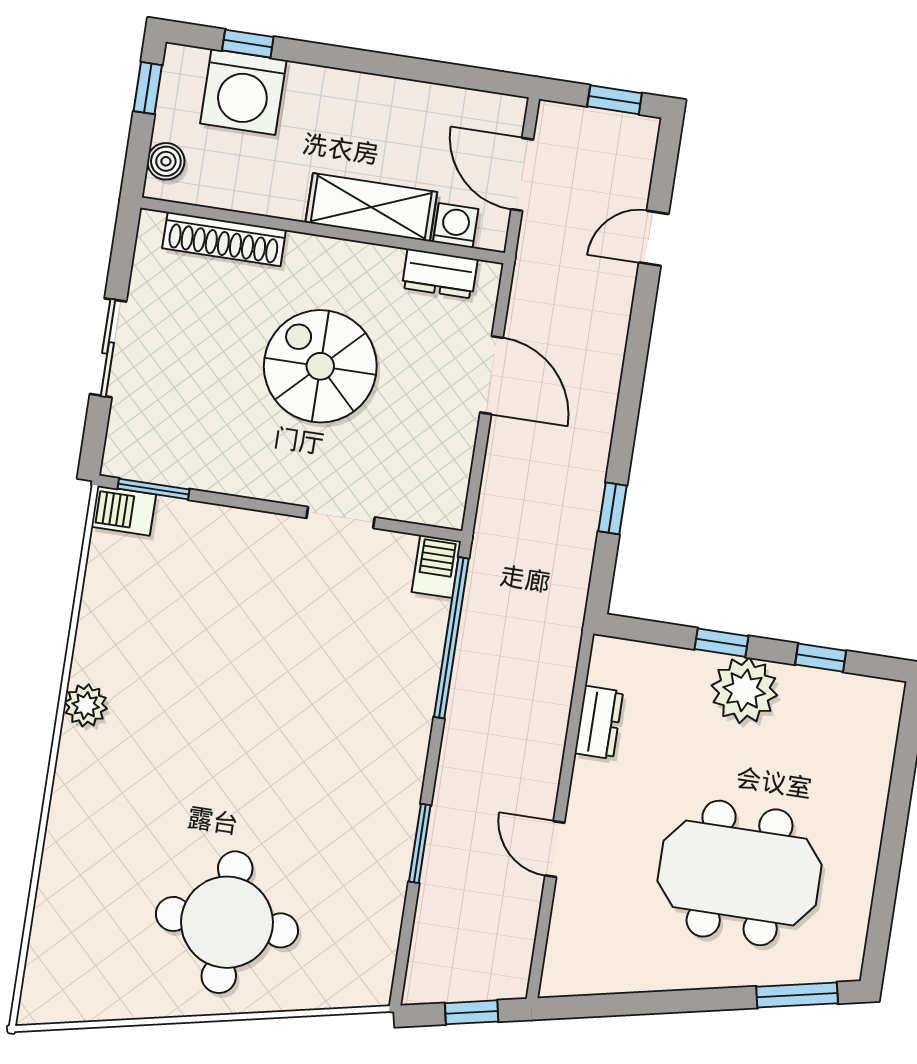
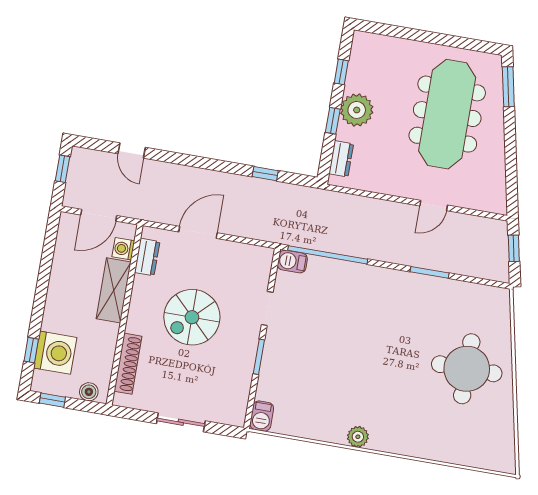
window: (154, 489) -> (259, 357), moved
dresser: (599, 722) -> (341, 159), moved, turned 90
meeting table: (740, 873) -> (447, 114), width x1.36

